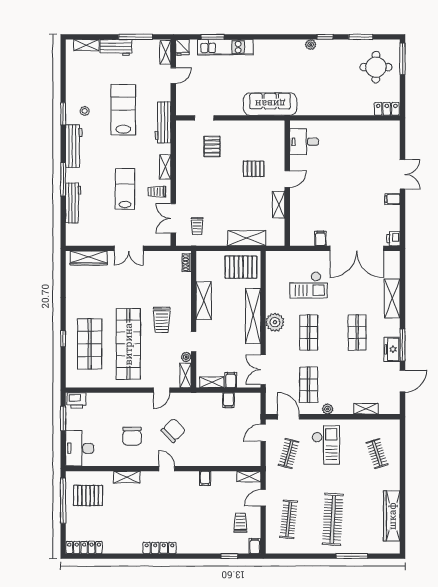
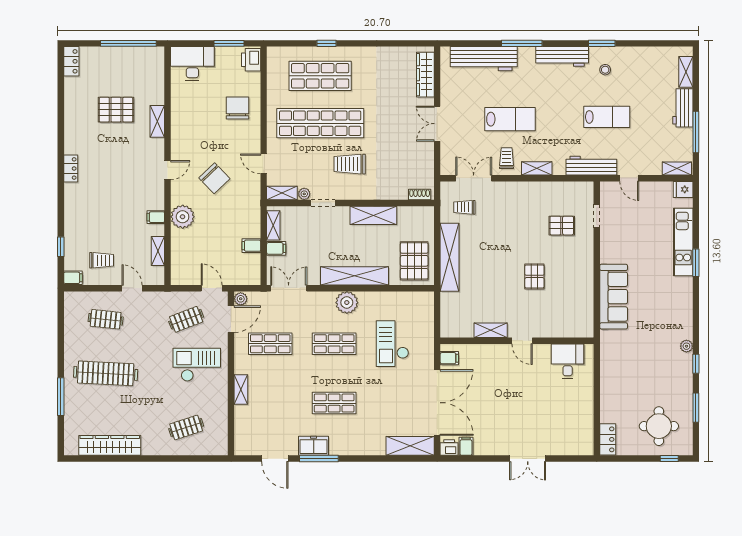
window: (213, 37) -> (696, 263), moved
window: (402, 59) -> (669, 459), width x0.46
door: (173, 76) -> (629, 178), moved
lab bench: (123, 110) -> (607, 117), width x0.73, depth x0.72
desk: (304, 142) -> (568, 361), moved
door: (287, 179) -> (522, 341), moved
wall: (287, 183) -> (517, 341), moved
filing cabinet: (392, 199) -> (466, 446), moved
workbench: (73, 203) -> (484, 59), width x1.36, depth x1.32
shelving: (279, 205) -> (491, 330), moved
shelving: (247, 238) -> (450, 257), width x1.47
double door: (357, 248) -> (437, 403), swing flipped
shelving: (392, 298) -> (410, 446), moved
plant: (328, 409) -> (241, 299), moved
shelving: (366, 409) -> (241, 389), moved
chair: (132, 436) -> (238, 108), moved, turned 90
checkout: (326, 445) -> (197, 365), turned 180
clothes rail: (289, 454) -> (186, 319), turned -36
plant: (205, 456) -> (183, 217), added
shelving: (249, 477) -> (158, 251), moved
pallet: (88, 495) -> (116, 110), moved, turned 90
clothes rail: (289, 519) -> (106, 319), width x0.73
locker: (84, 547) -> (71, 61), width x0.66
locker: (159, 548) -> (71, 168), width x0.66

